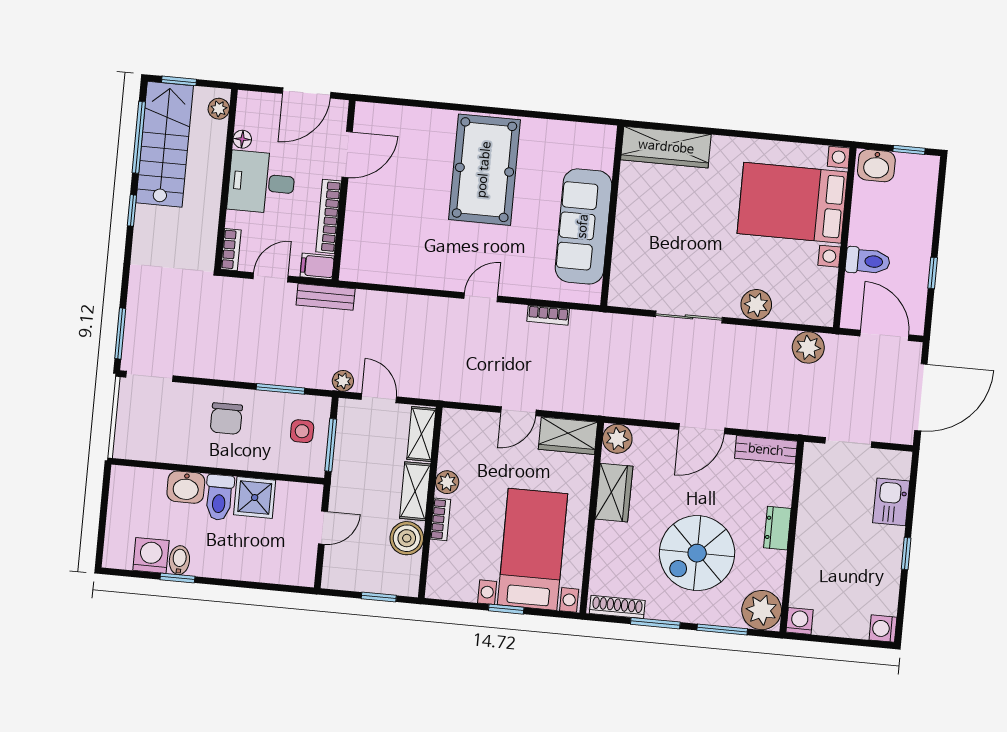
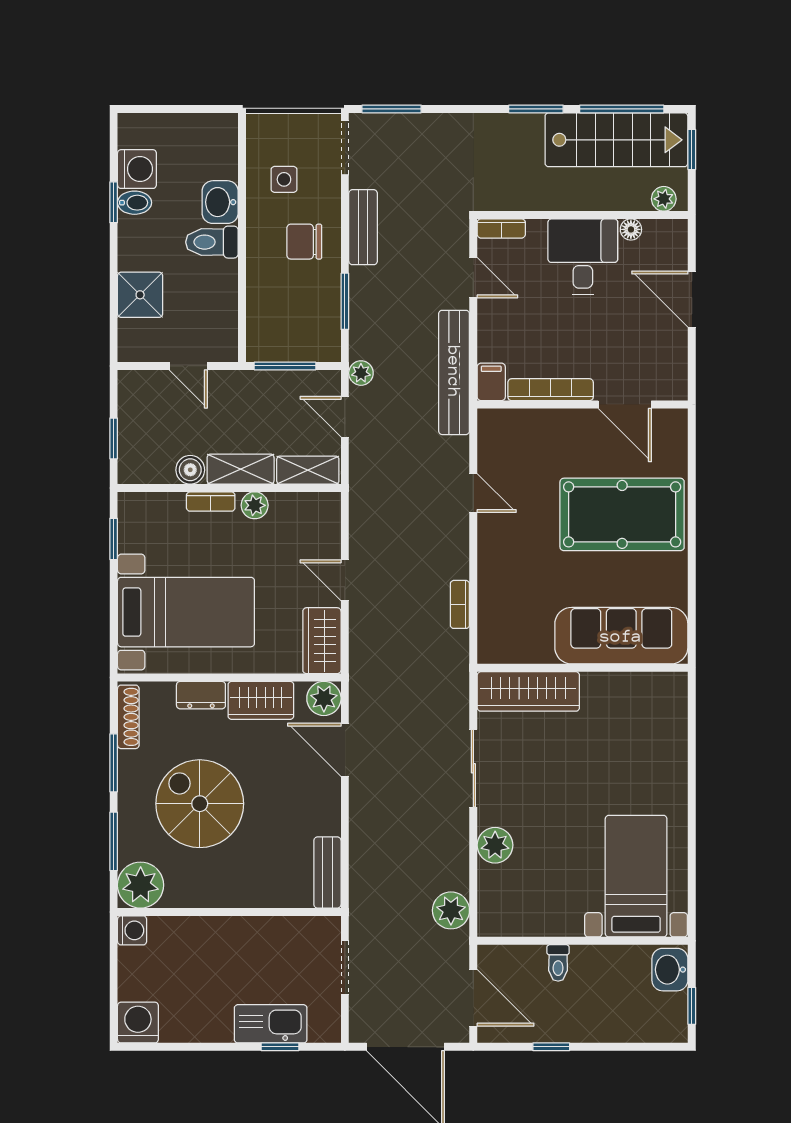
wardrobe: (666, 147) -> (528, 691), moved, turned -90
door: (347, 154) -> (625, 404), moved
wall: (344, 190) -> (583, 404), moved
bed with nightstands: (792, 203) -> (636, 876), width x0.73
window: (132, 210) -> (536, 109), width x1.50
bookcase: (329, 216) -> (551, 390), moved
sofa: (583, 226) -> (621, 636), moved
toilet: (868, 261) -> (558, 963), width x0.73, depth x0.72
filing cabinet: (317, 266) -> (491, 382), moved
bench: (326, 297) -> (454, 372), width x1.86, depth x1.21
door: (481, 297) -> (473, 493), moved
door: (884, 335) -> (473, 998), hinge flipped
bench: (219, 367) -> (363, 227), added
door: (379, 398) -> (345, 417), swing flipped
door: (702, 429) -> (345, 750), moved
side table: (302, 431) -> (284, 179), moved
shower: (255, 498) -> (140, 295), moved
kitchen sink: (891, 502) -> (271, 1024), width x1.38
dresser: (777, 528) -> (201, 695), moved, turned 180
boiler: (407, 538) -> (190, 470), width x0.73, depth x0.73
window: (906, 553) -> (280, 1047), moved
window: (506, 609) -> (114, 539), moved
washing machine: (883, 629) -> (138, 1023), width x1.38, depth x1.38

